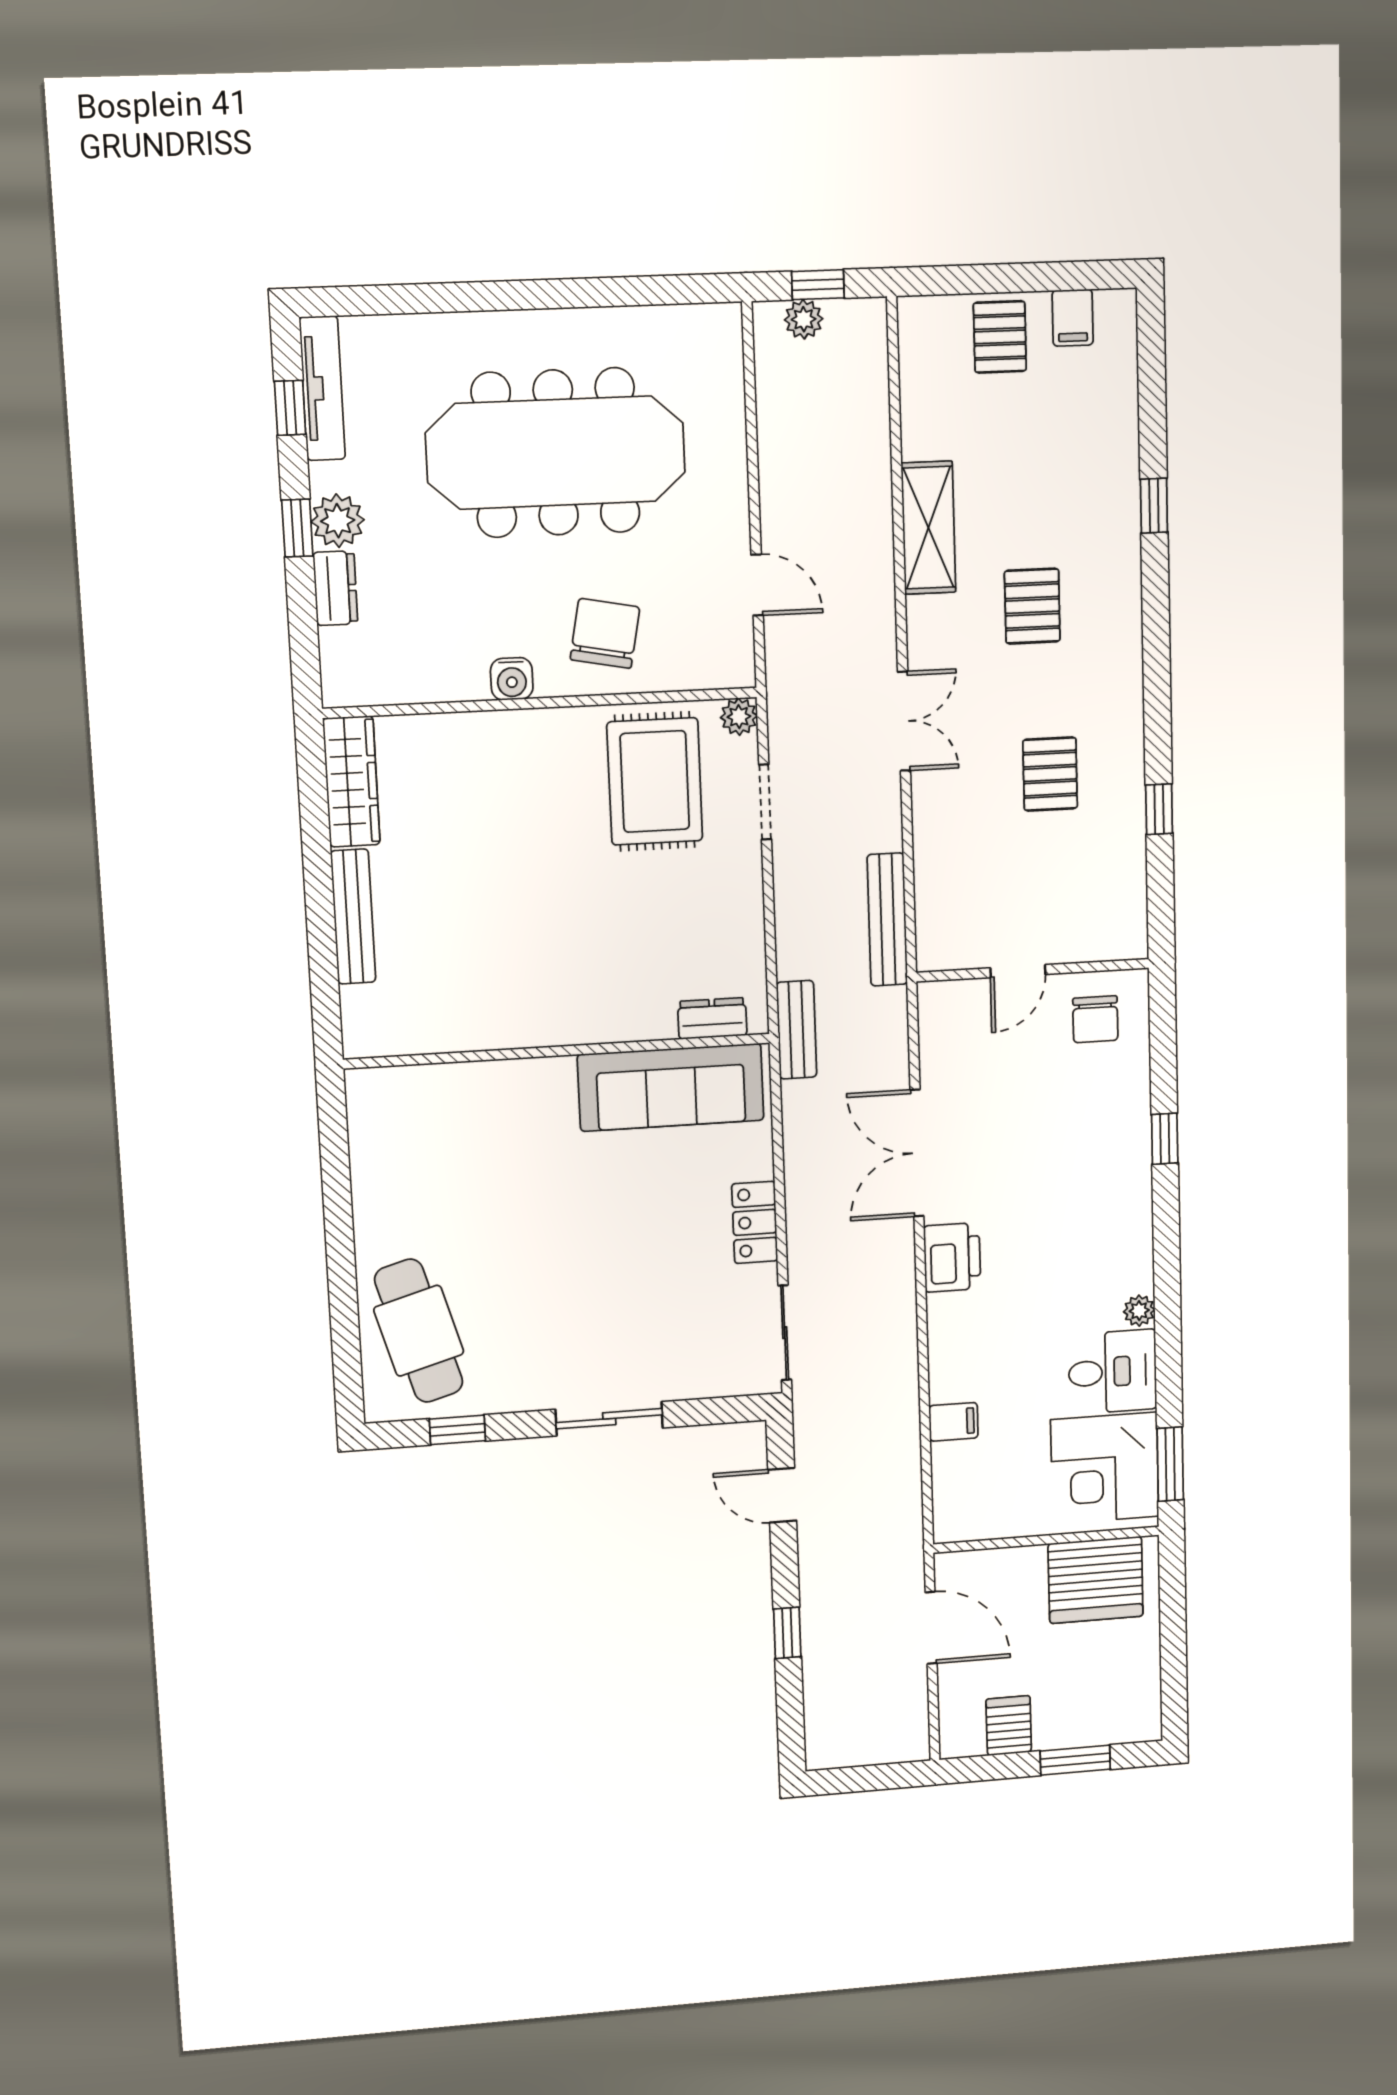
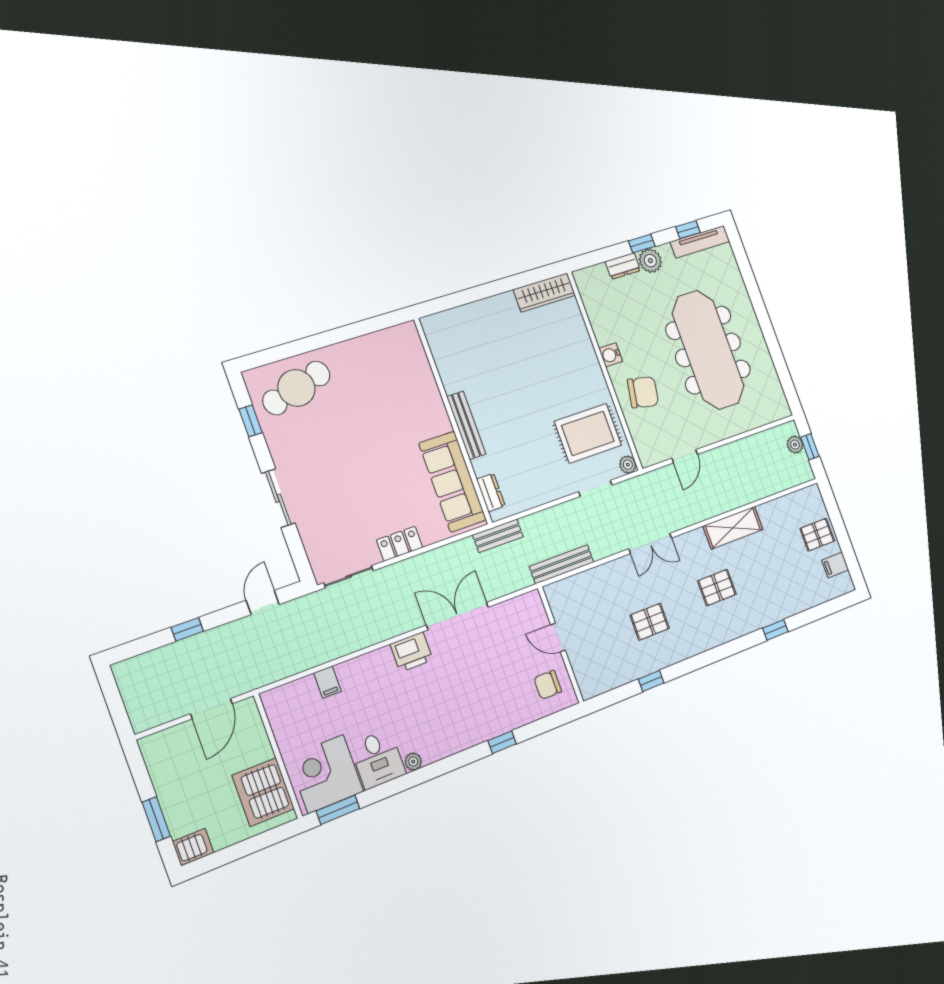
bench: (353, 917) -> (466, 425), moved, turned 90
server rack: (1009, 1726) -> (193, 847), moved

